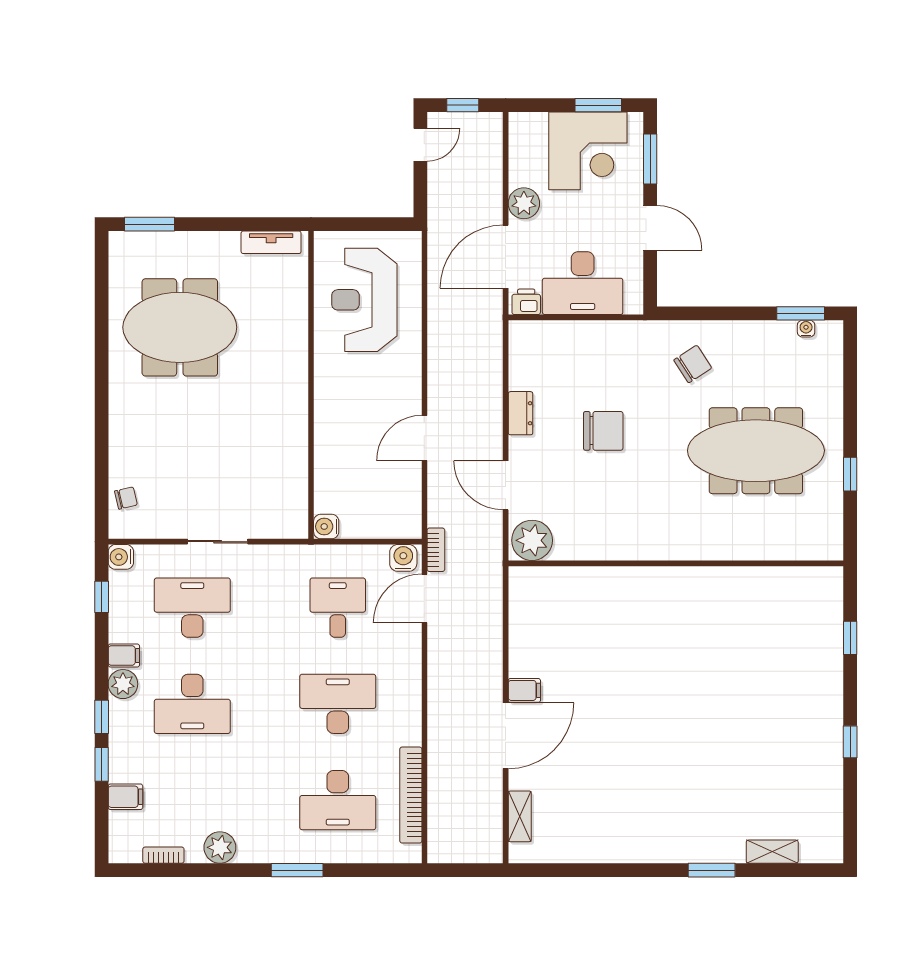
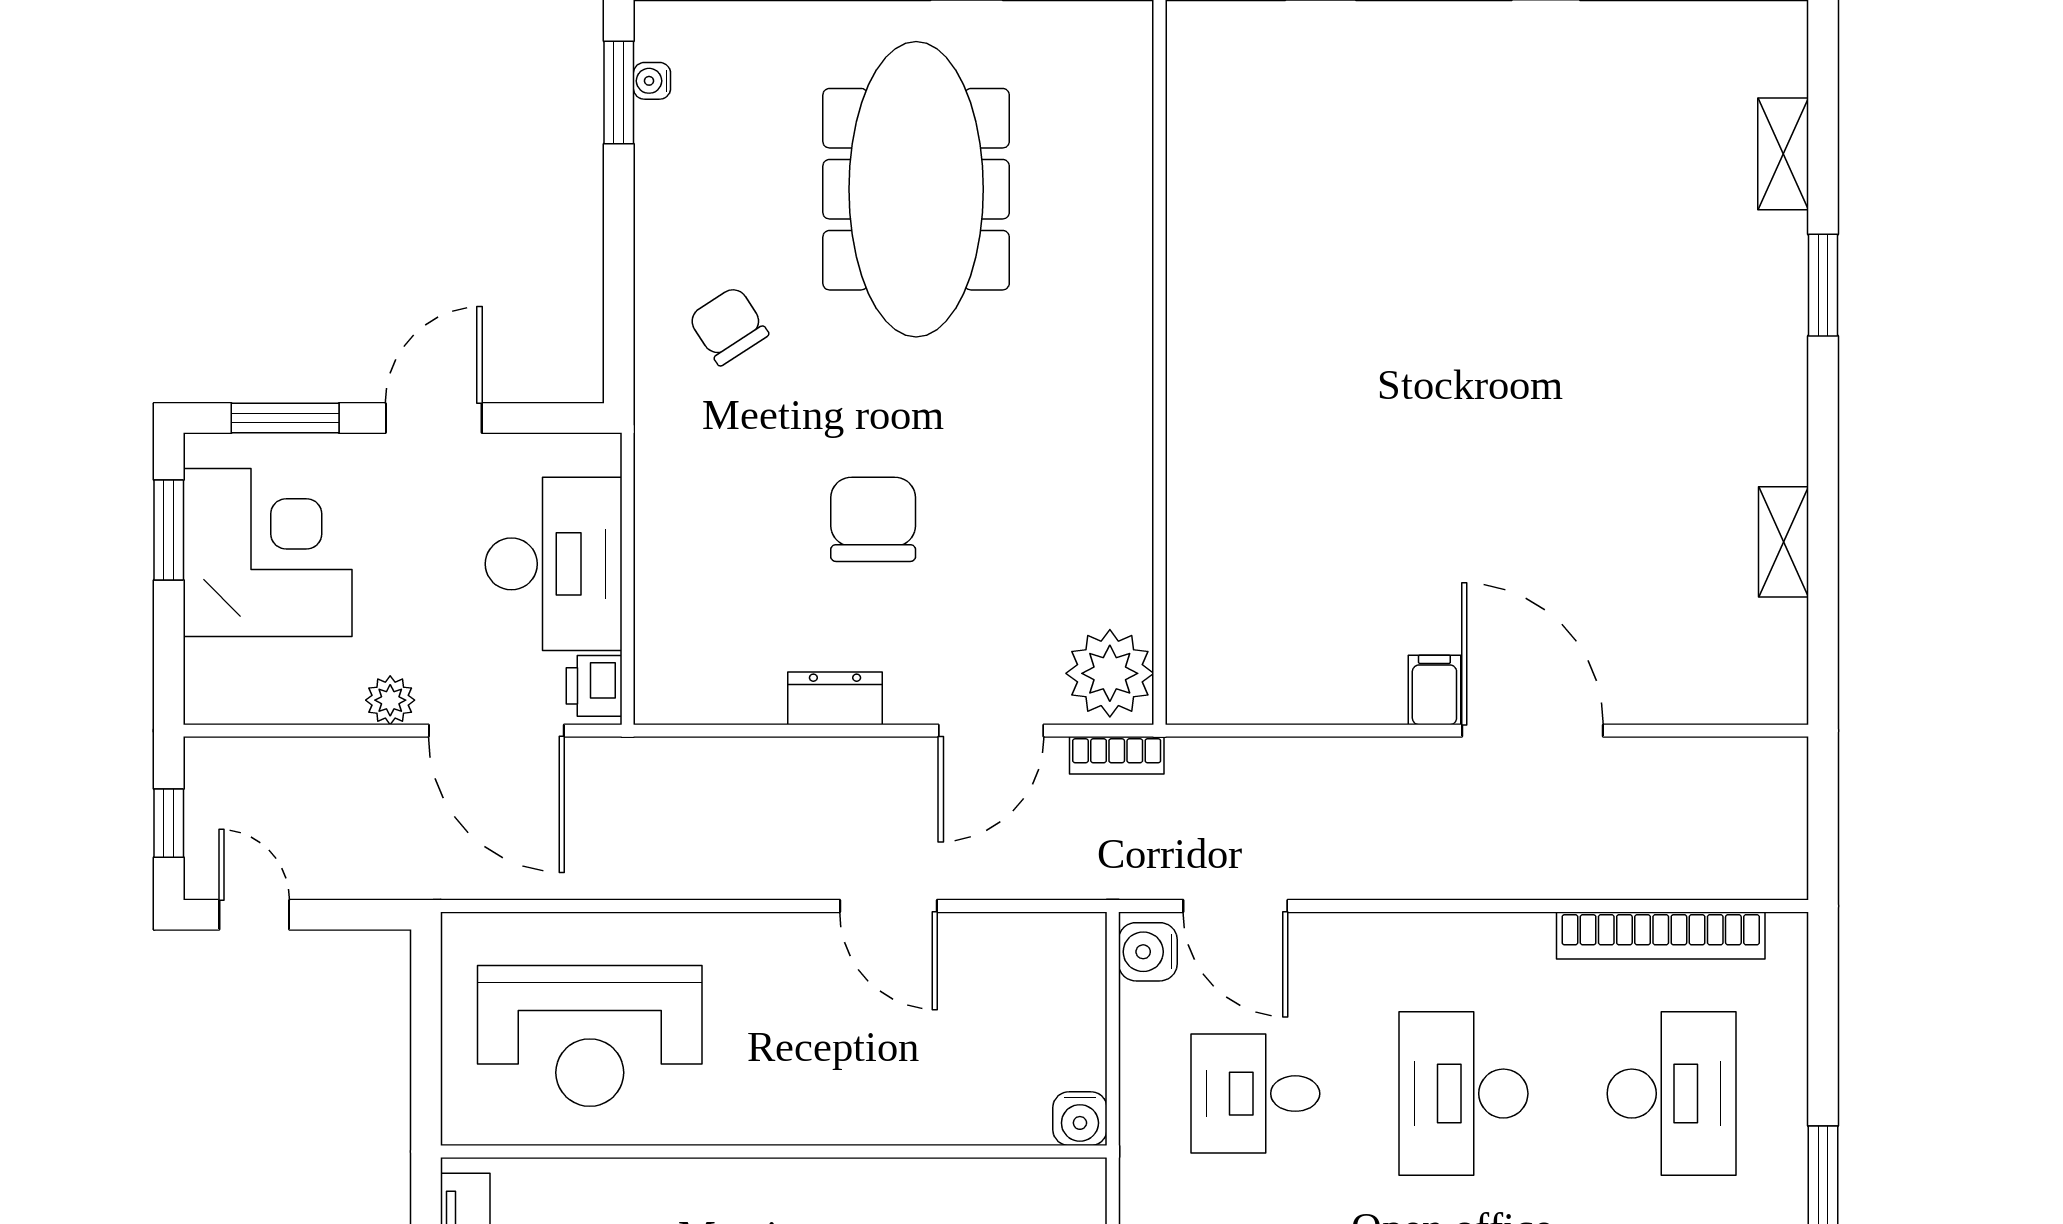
plant: (524, 203) -> (390, 700), width x0.73, depth x0.73
bookcase: (436, 550) -> (1117, 755), moved, turned 180
shelving: (520, 816) -> (1783, 542), moved, turned 90

